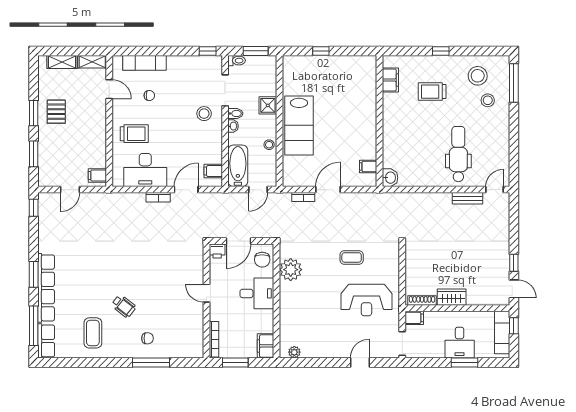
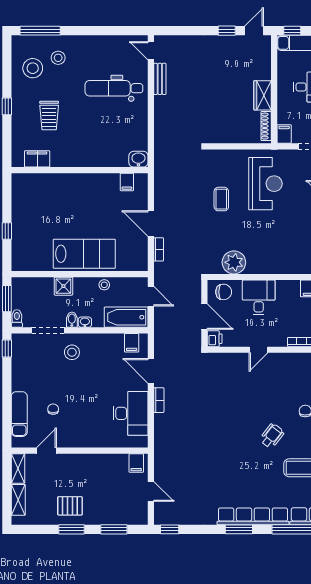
trolley: (134, 134) -> (93, 425), removed

